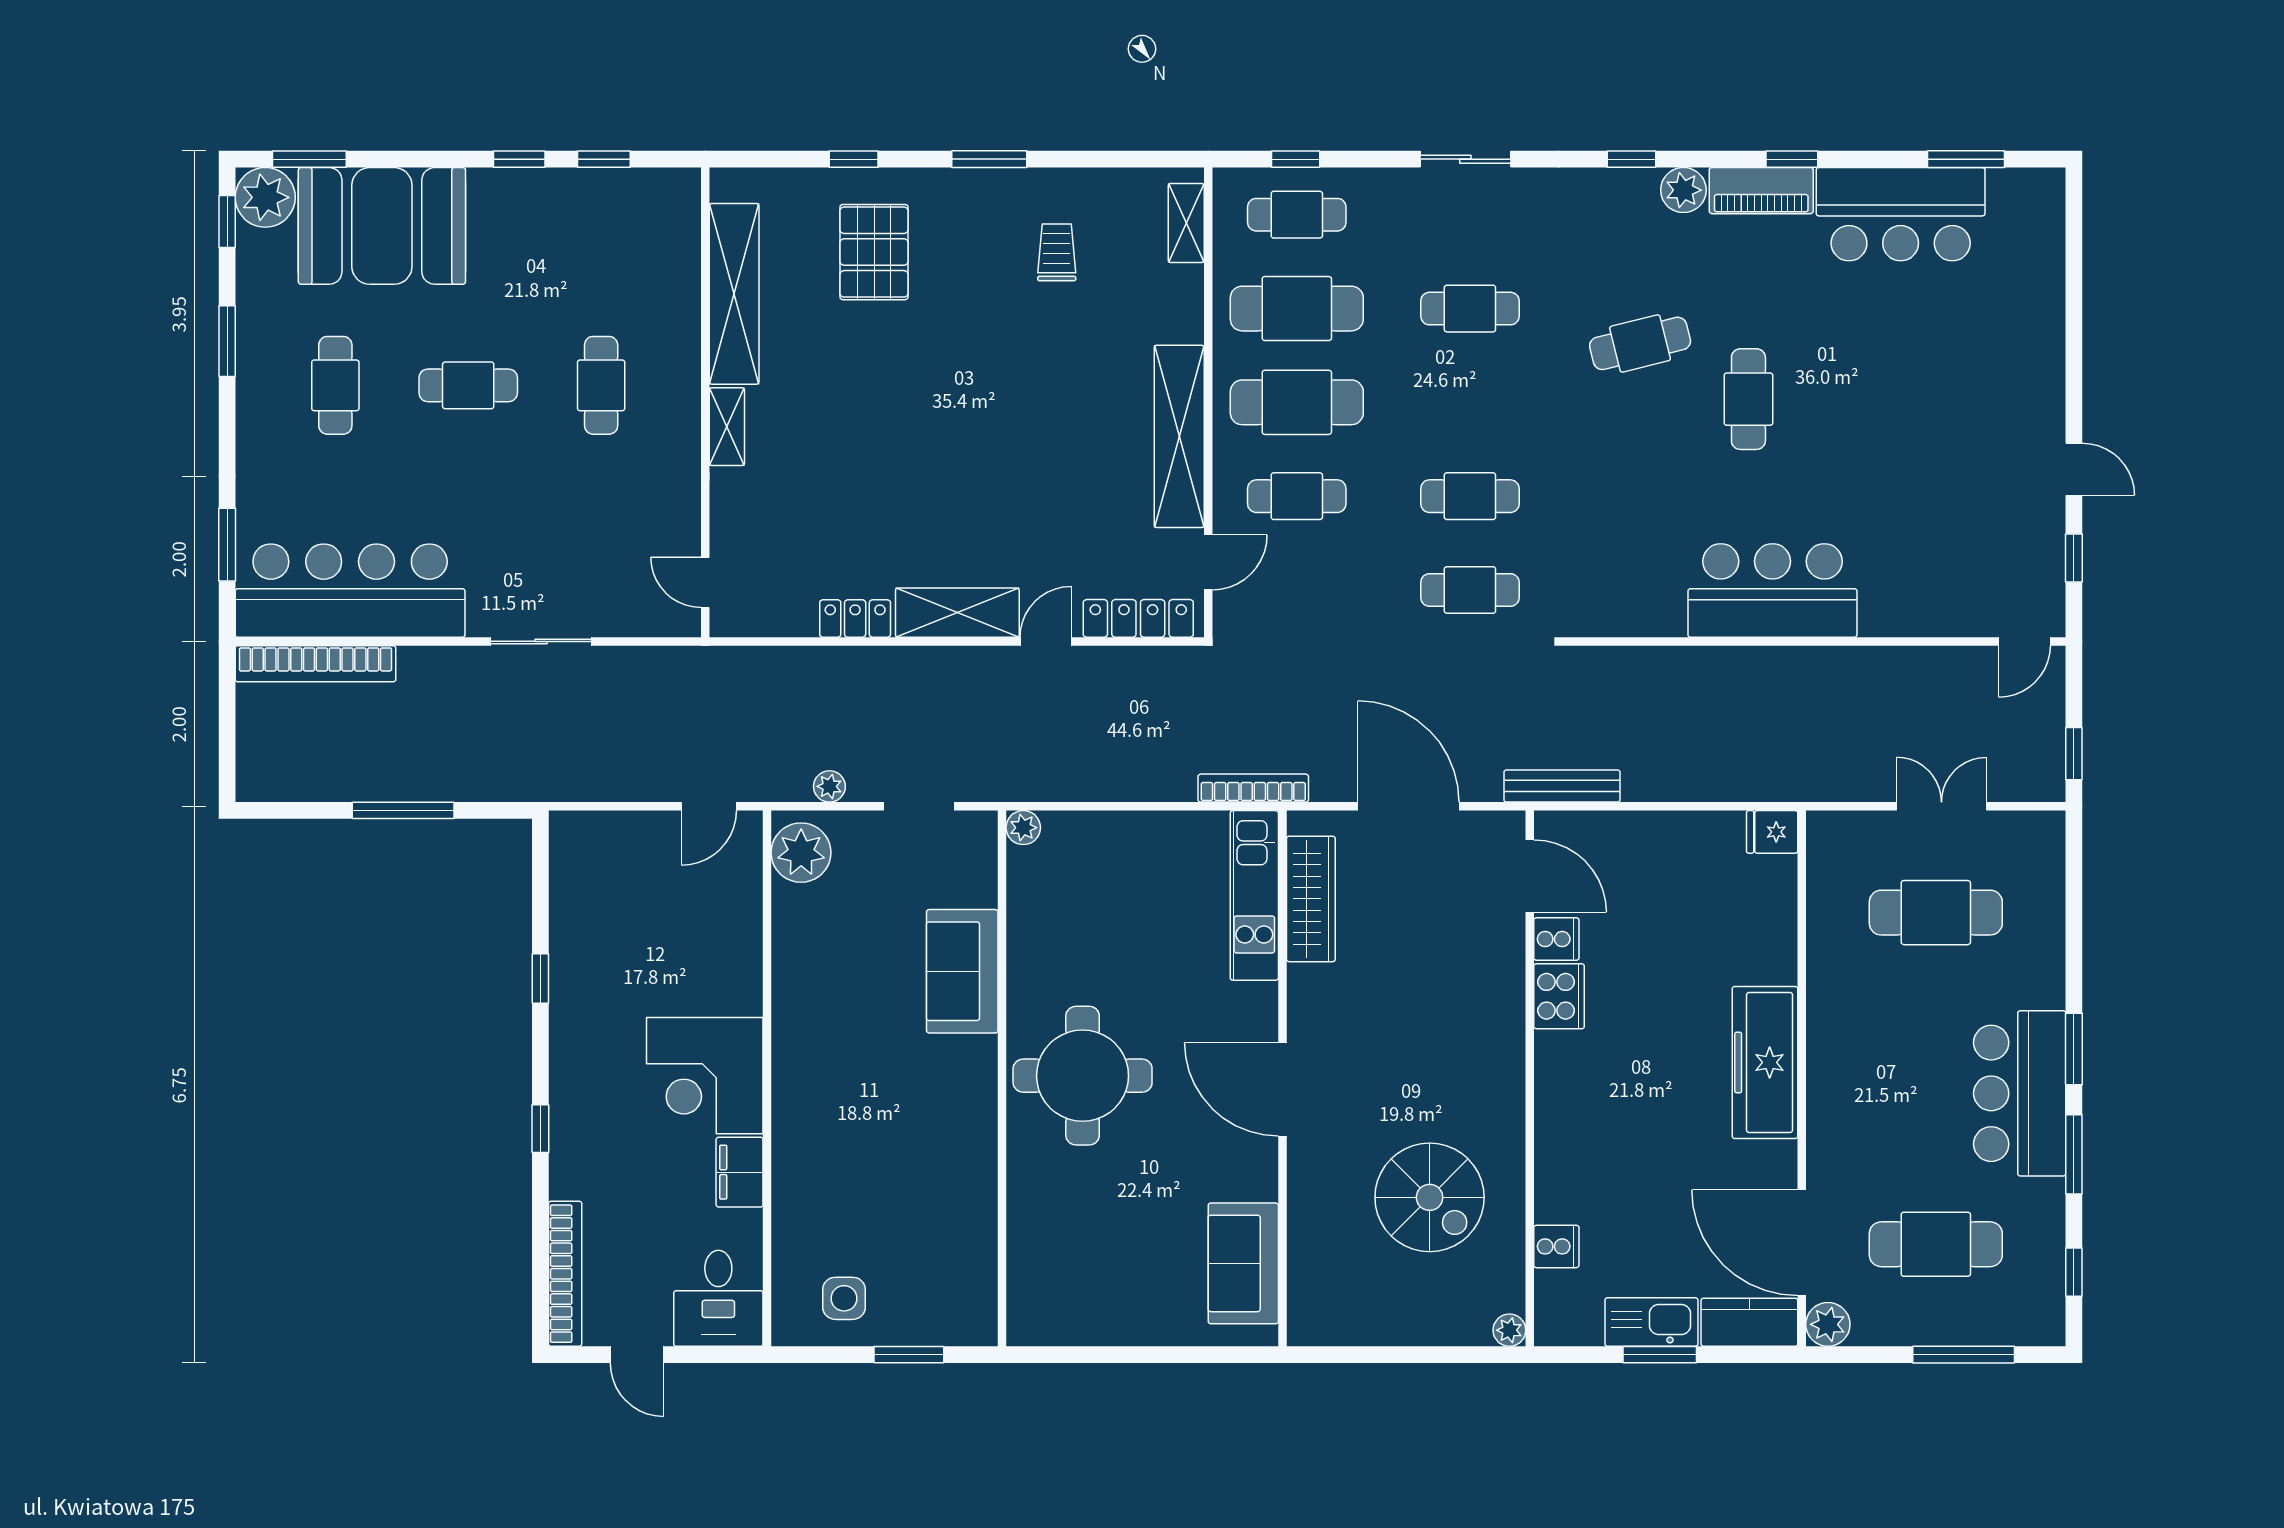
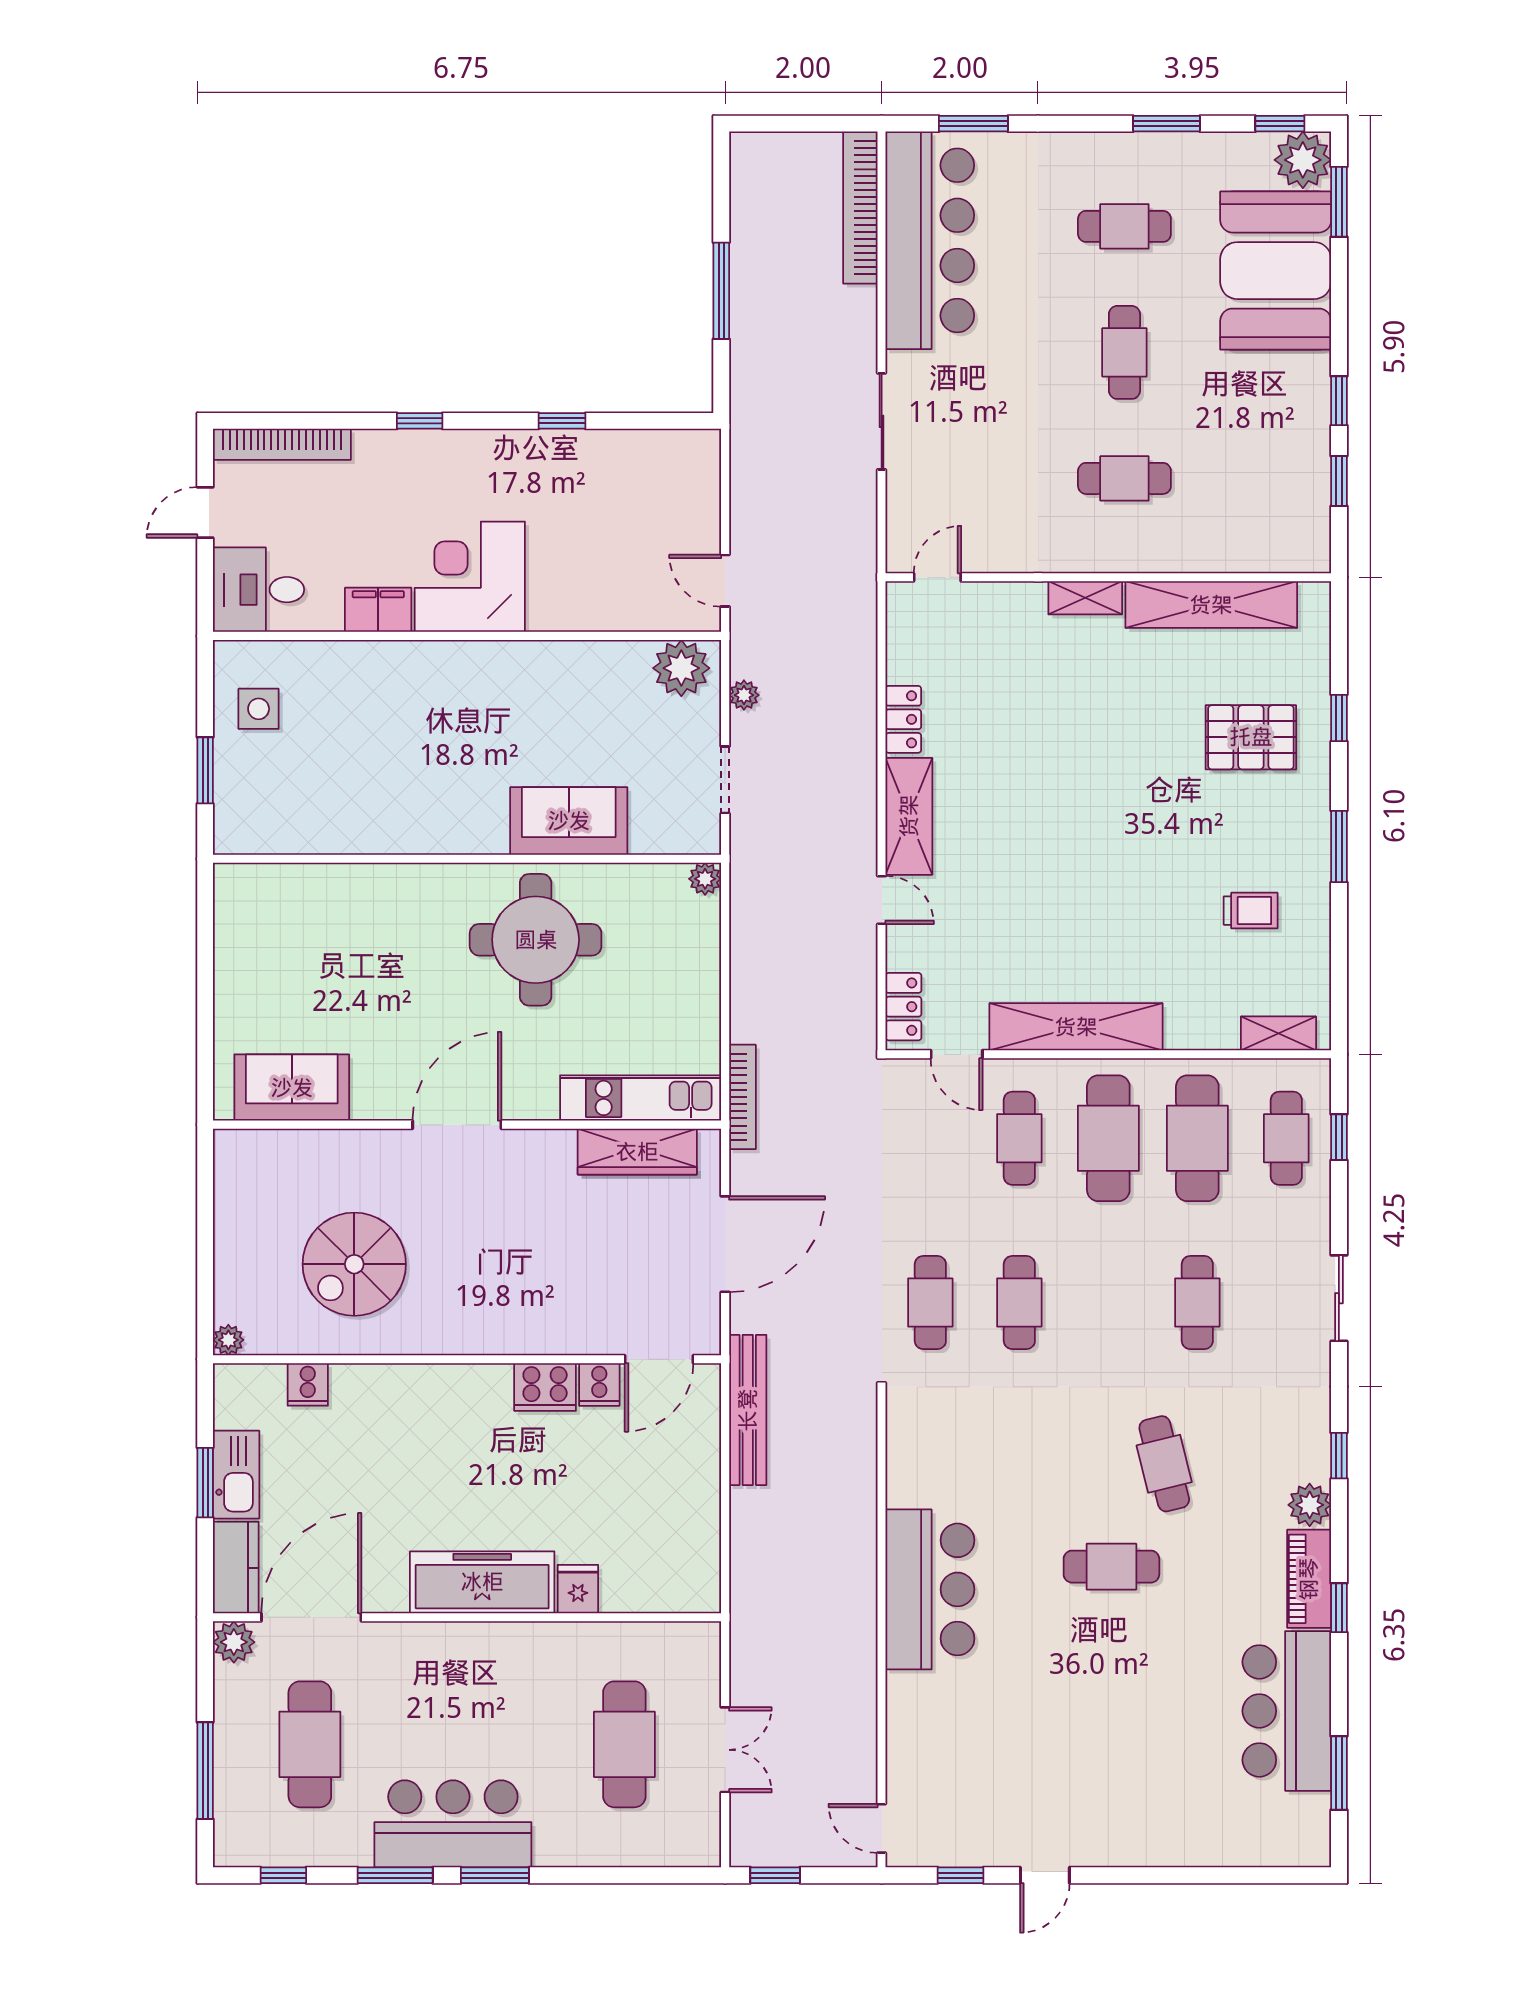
locker: (1138, 618) -> (903, 1007), width x0.66
bench: (1562, 786) -> (748, 1410), width x1.37, depth x1.21
fridge: (1772, 832) -> (578, 1589), moved
round table: (1083, 1076) -> (536, 940), moved

